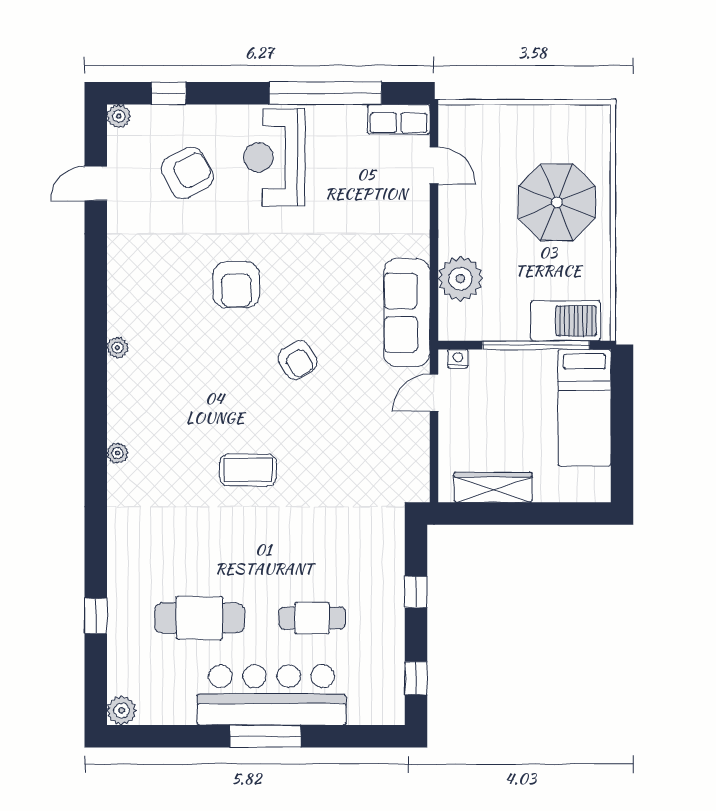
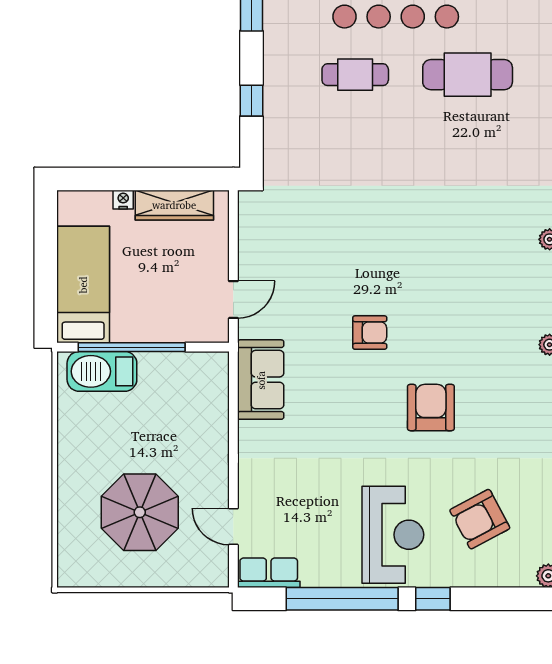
window: (169, 93) -> (433, 599), moved
parasol: (557, 202) -> (140, 512), moved
plant: (460, 279) -> (207, 414), removed
sofa: (407, 313) -> (261, 380), width x0.73
nightstand: (458, 359) -> (123, 200), moved, turned 180
armchair: (297, 360) -> (370, 333), turned 121
coffee table: (248, 470) -> (419, 223), removed

